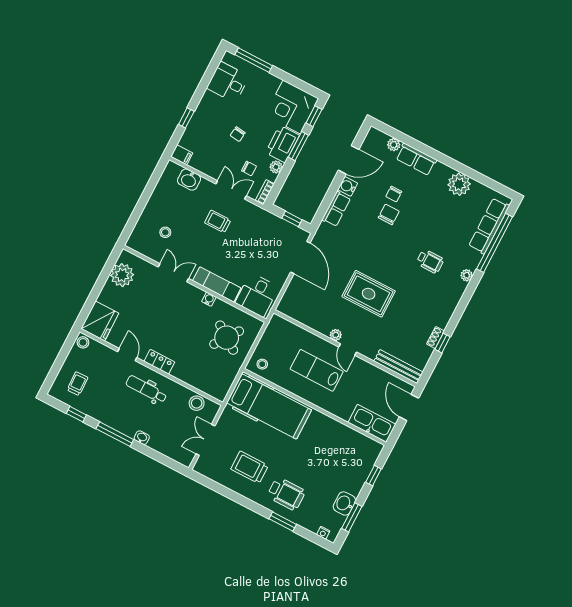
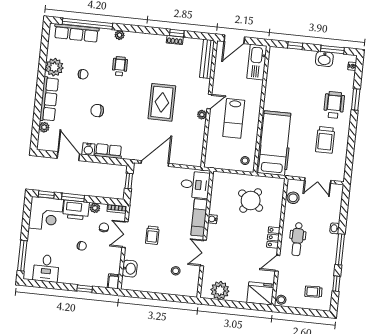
row of seats: (416, 159) -> (49, 99), width x1.48
chair: (394, 194) -> (83, 74), moved
round table: (227, 338) -> (251, 201), moved

